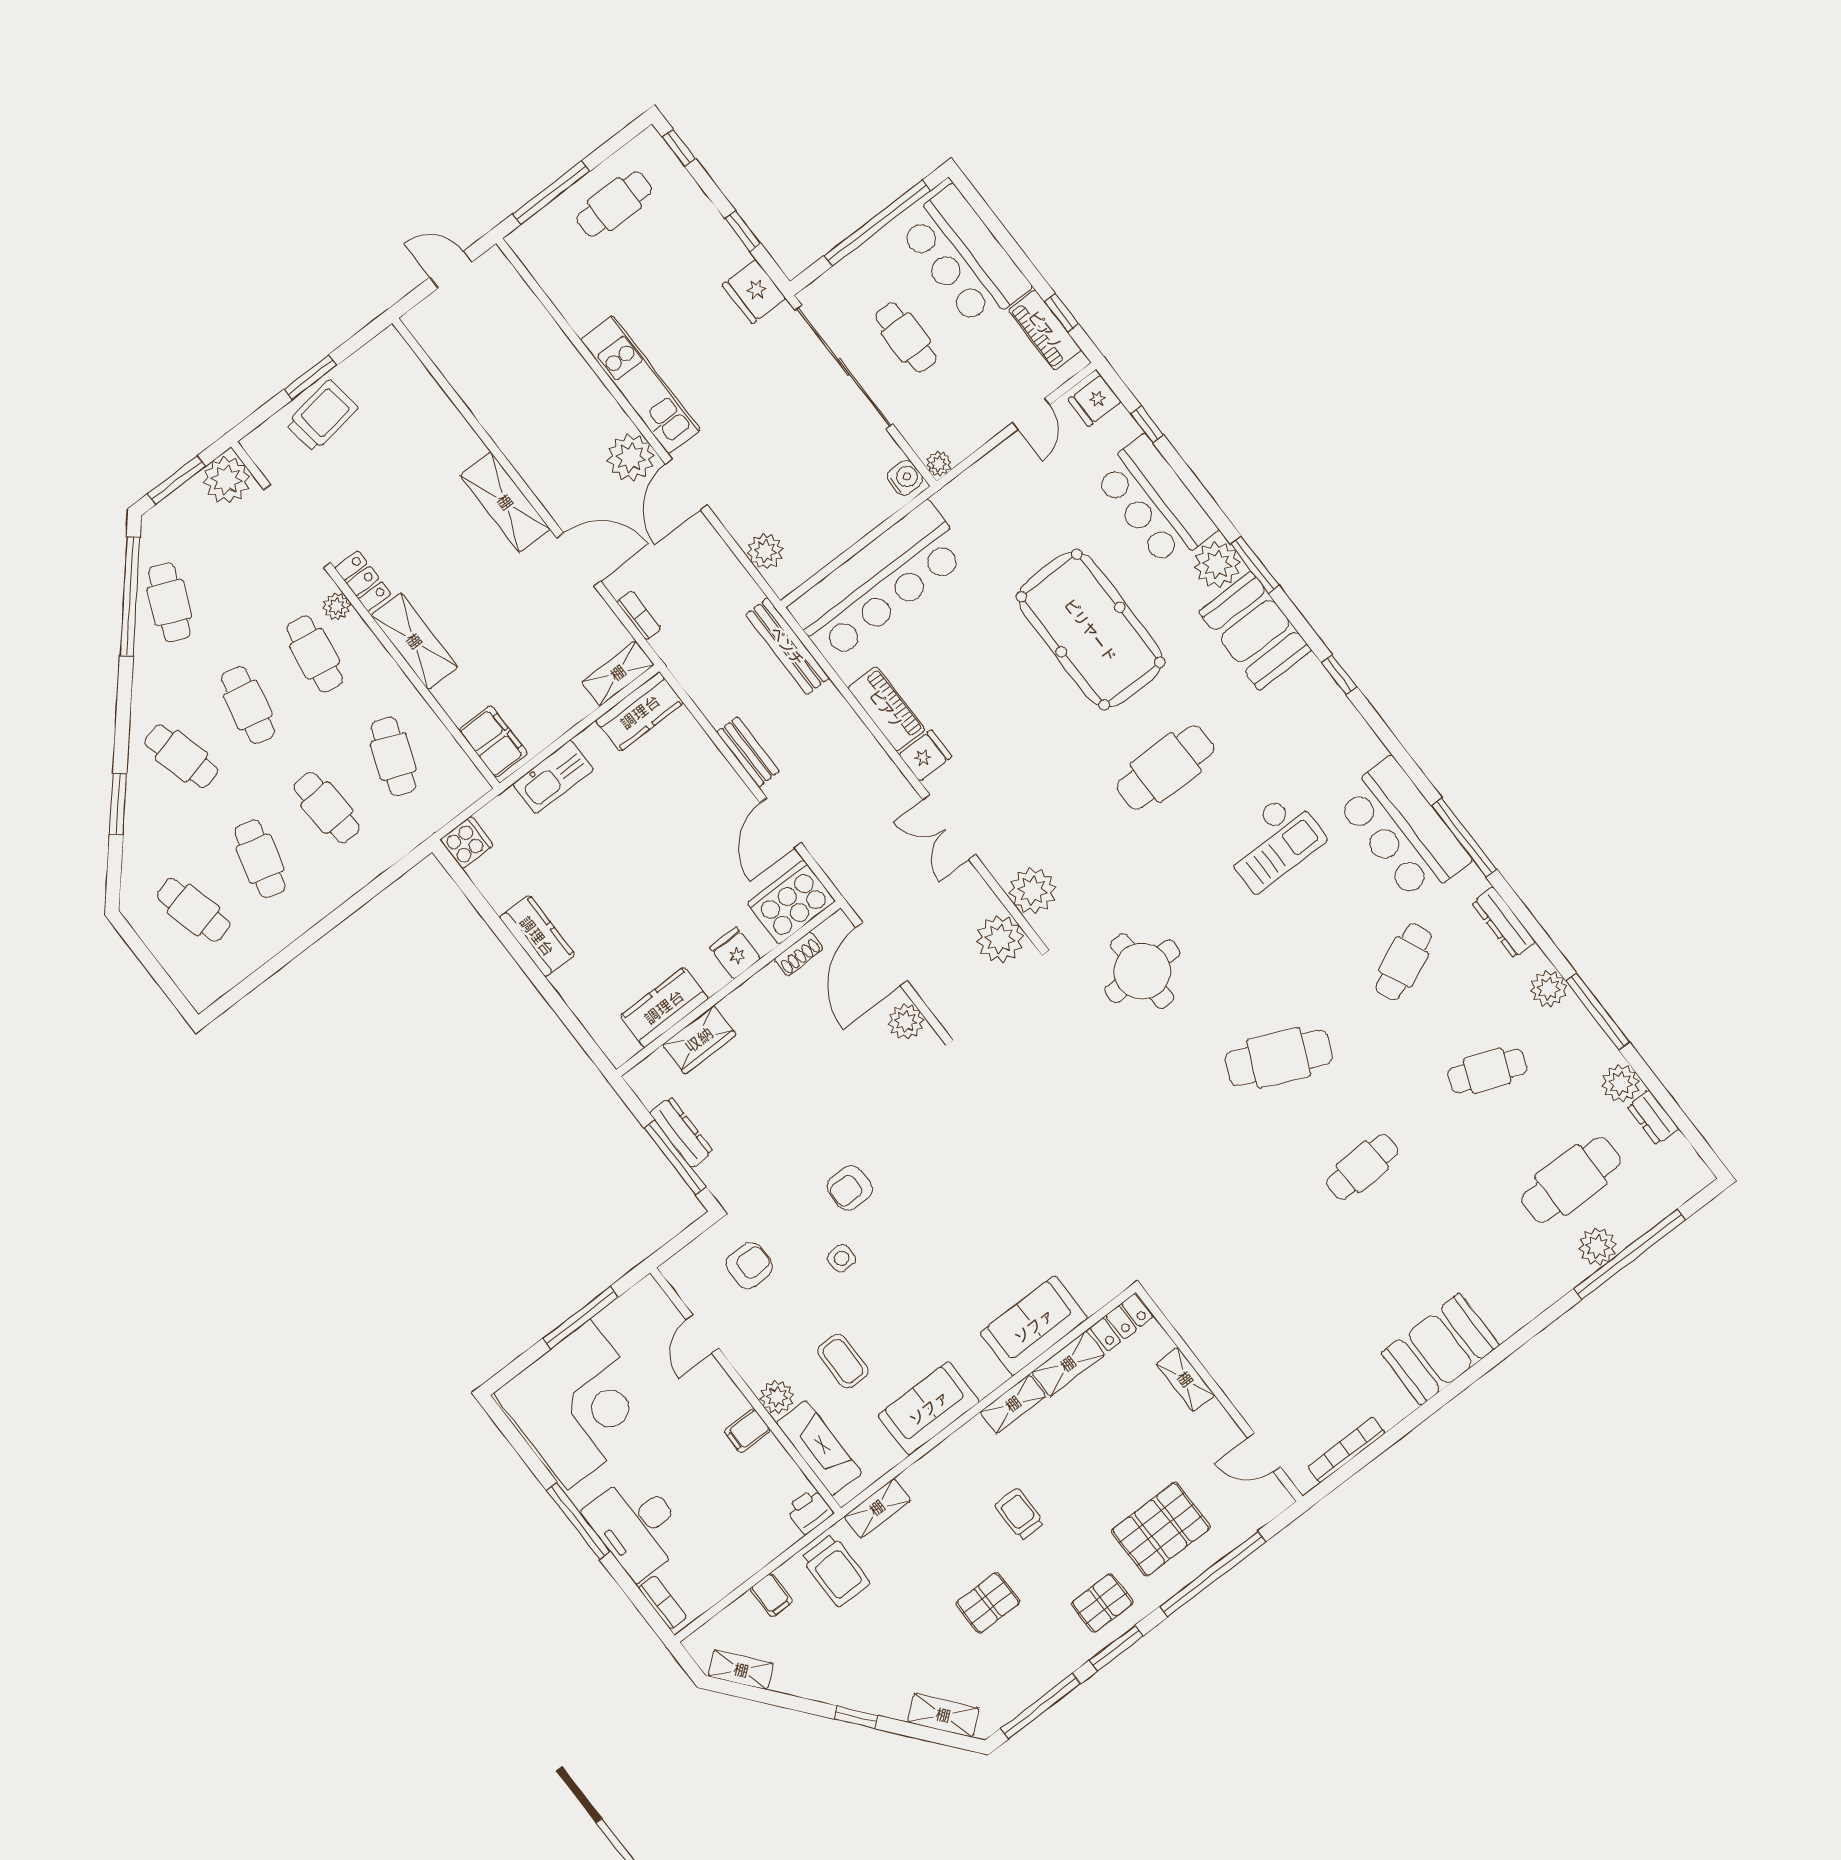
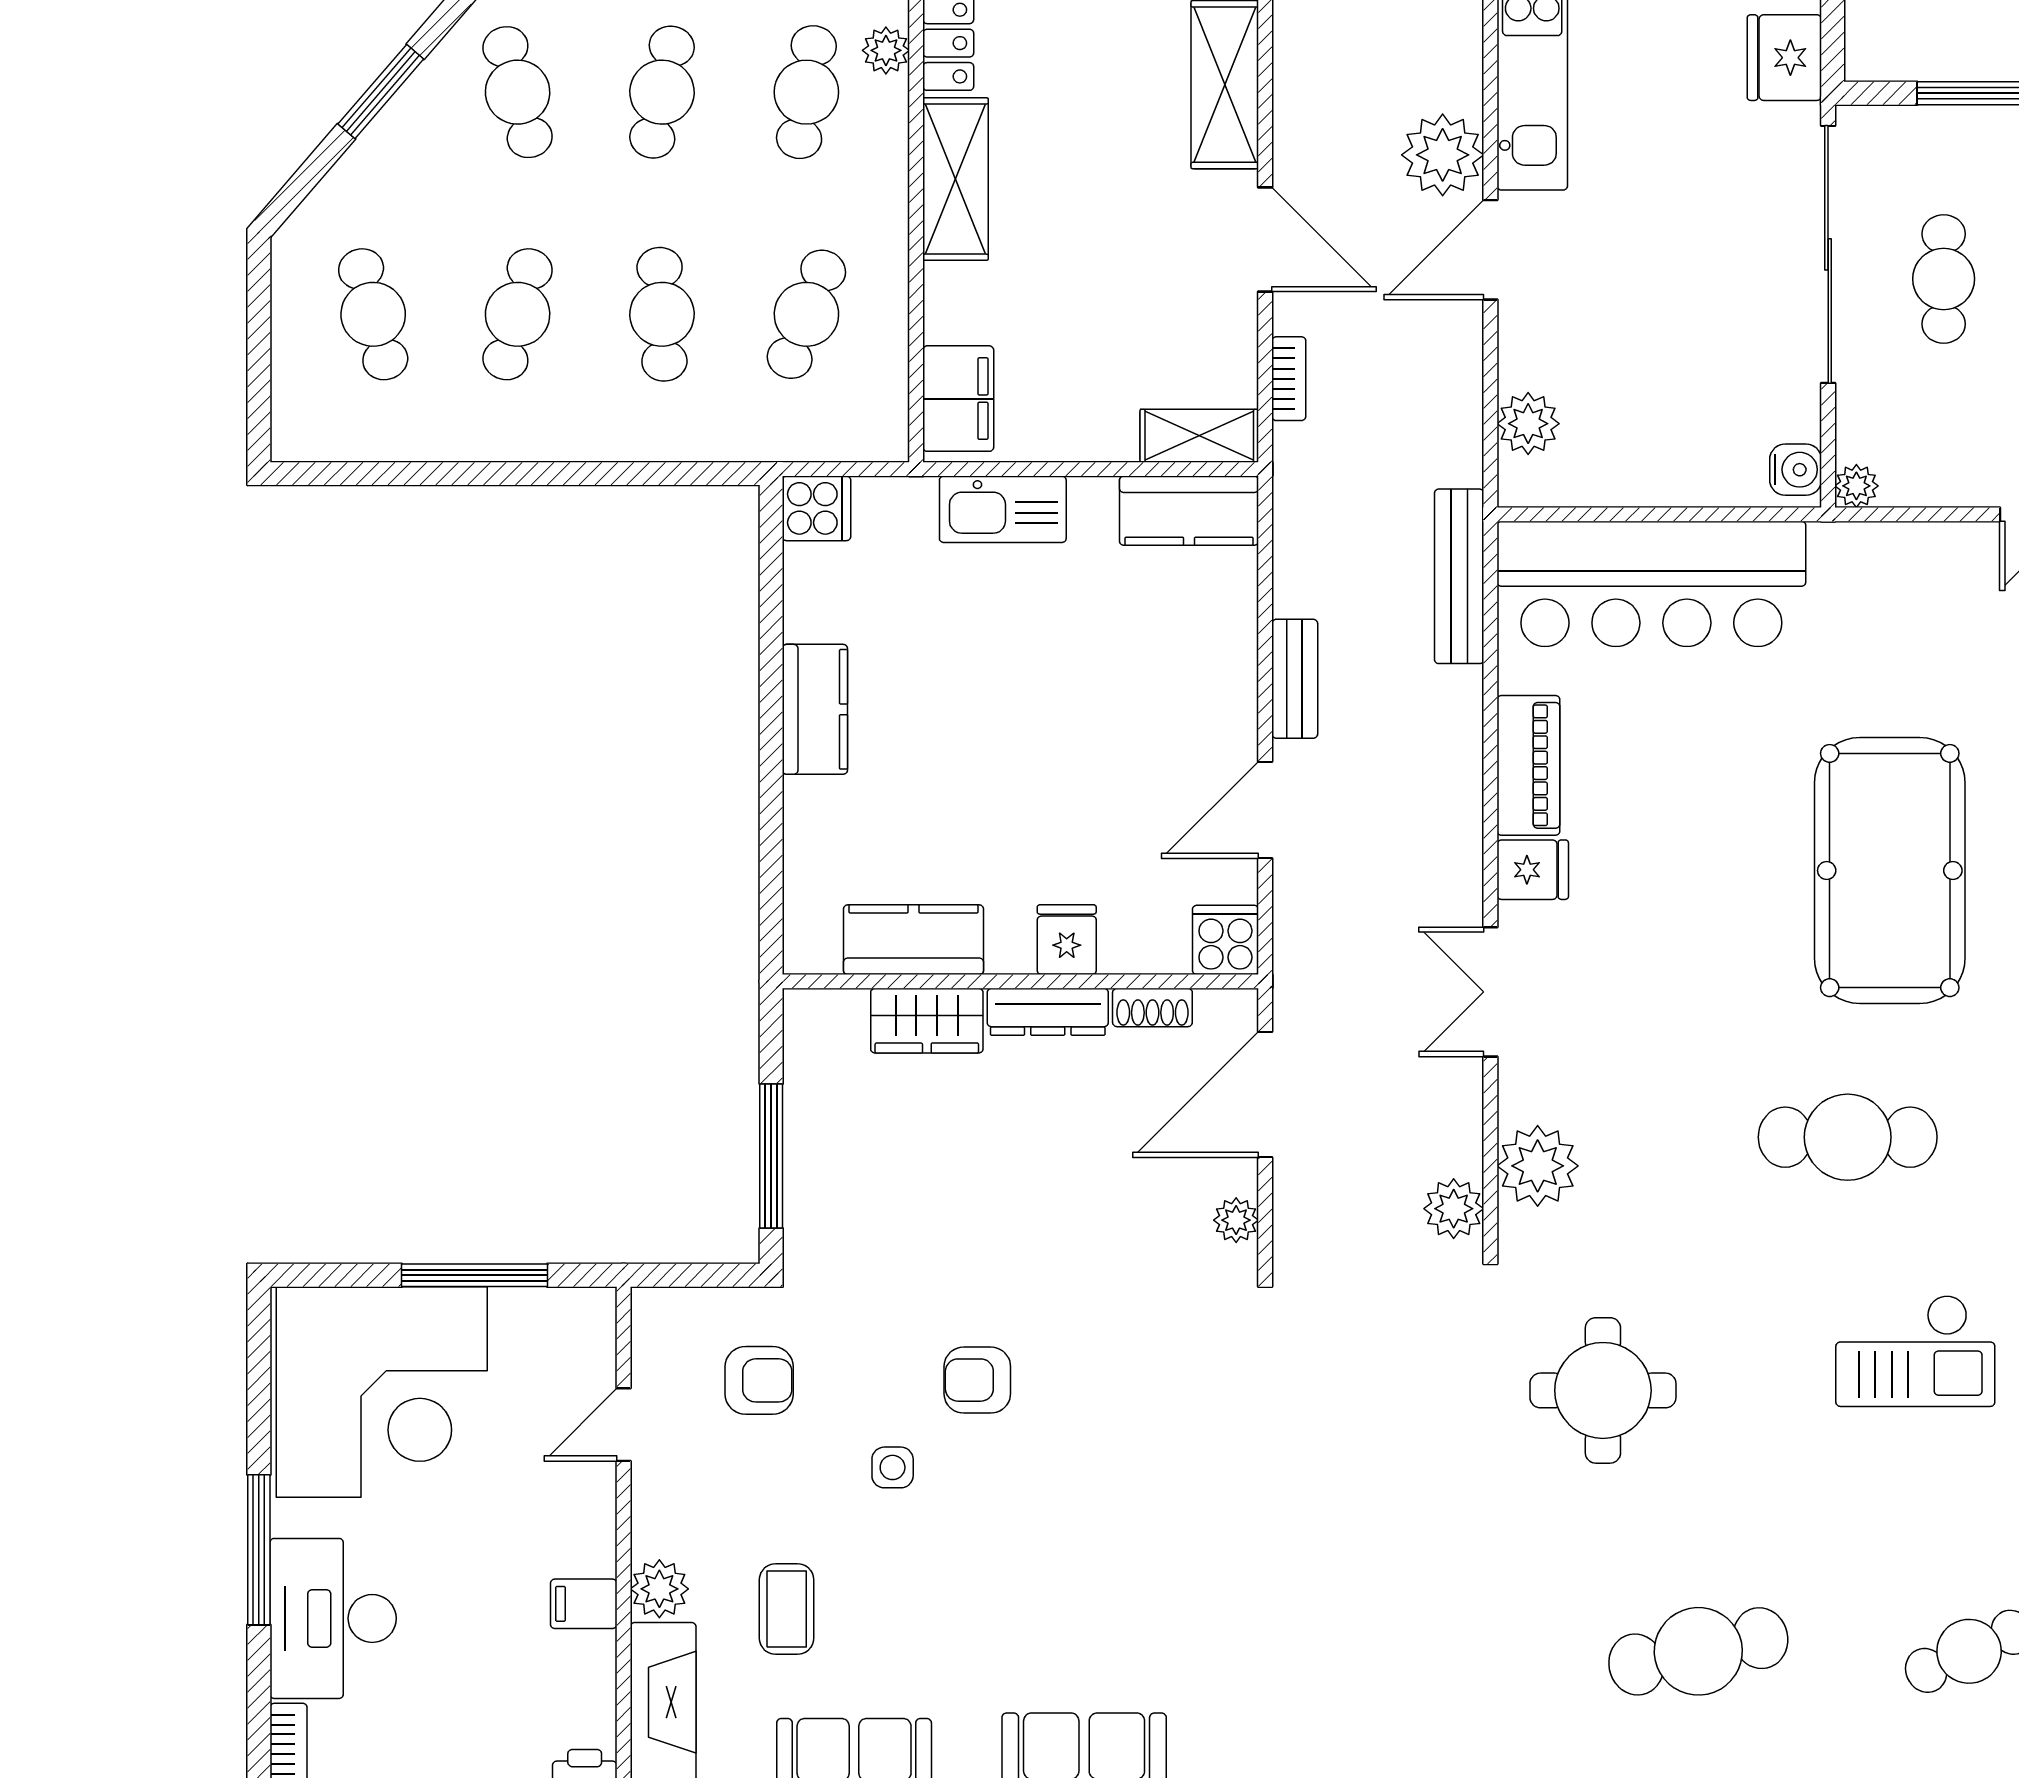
cooker: (791, 902) -> (1225, 940), width x0.53, depth x0.76
plant: (1000, 939) -> (1454, 1209), width x0.73, depth x0.73
plant: (906, 1022) -> (1236, 1220), width x0.73, depth x0.73
cafe table: (1279, 1058) -> (1698, 1651), turned -36
dresser: (681, 1132) -> (1048, 1012), moved, turned 90

